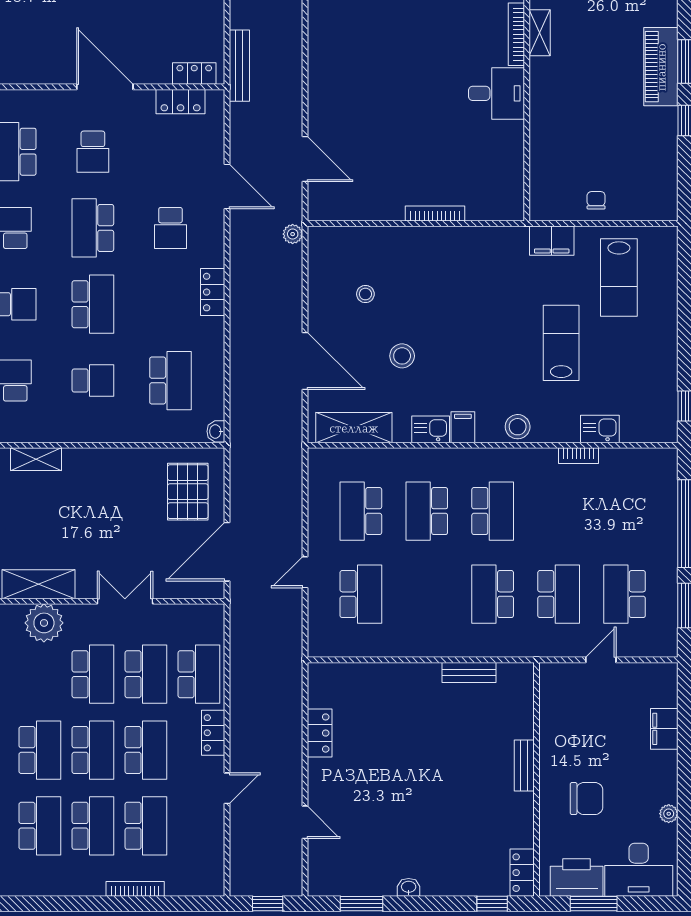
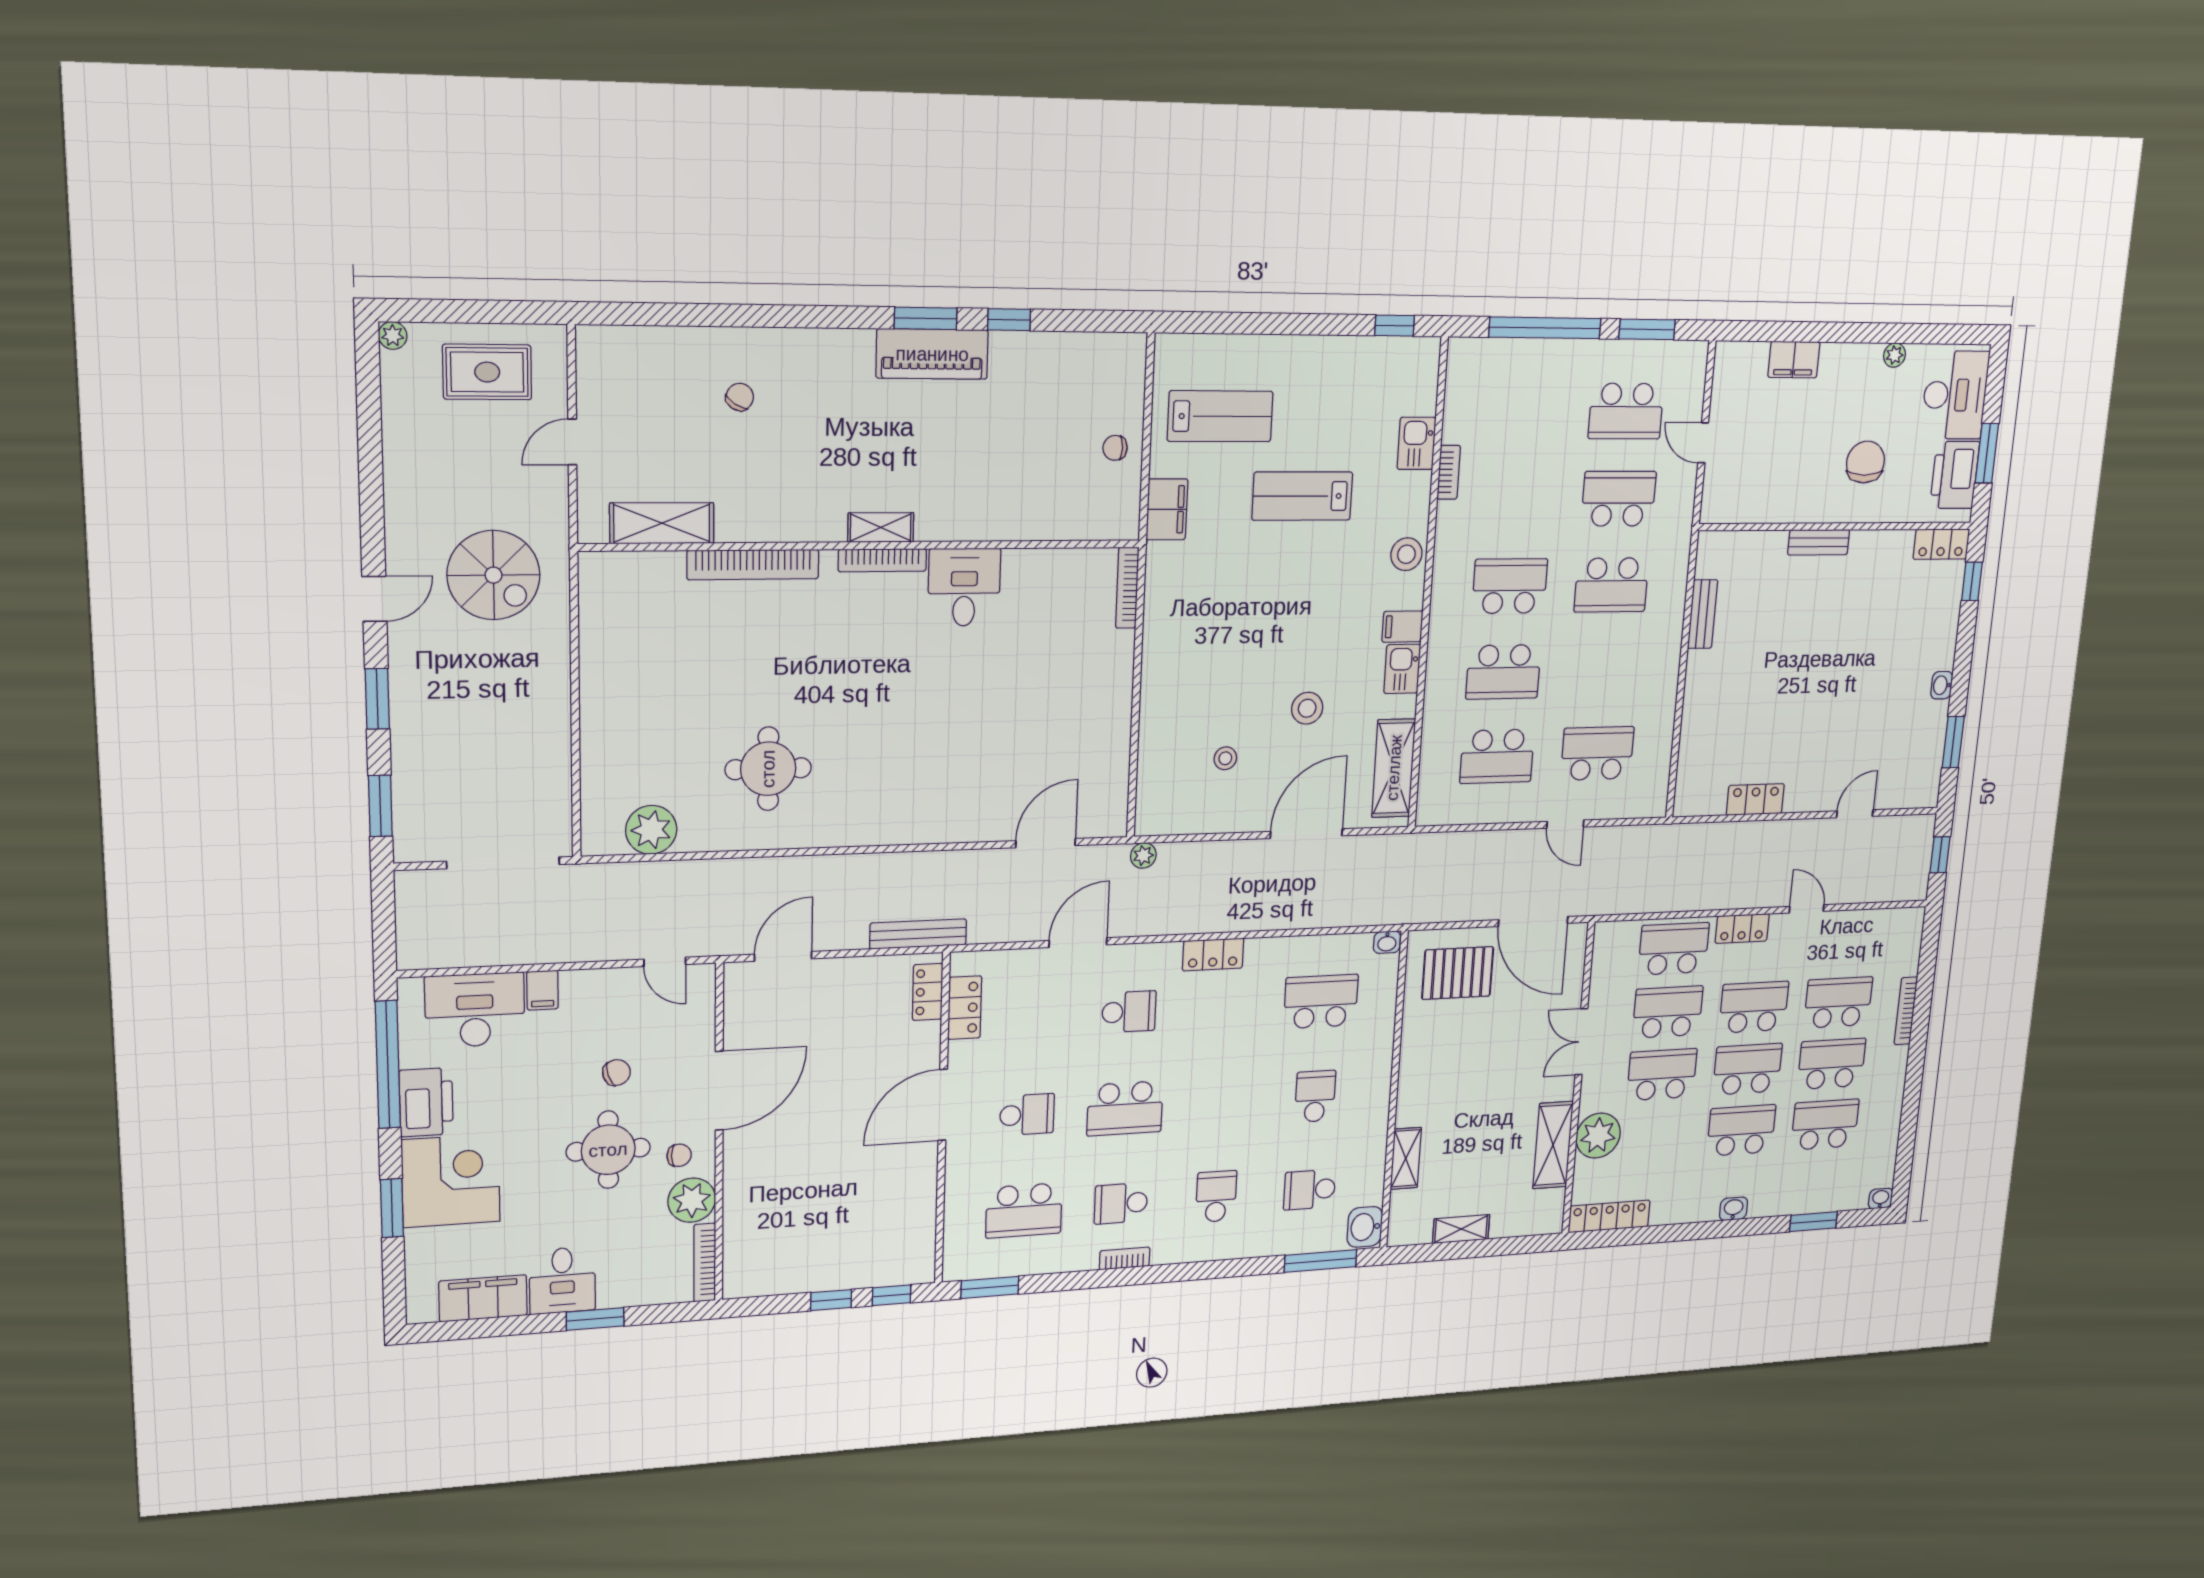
bookcase: (435, 213) -> (1127, 588), moved
school desk: (93, 304) -> (1221, 1102), removed

